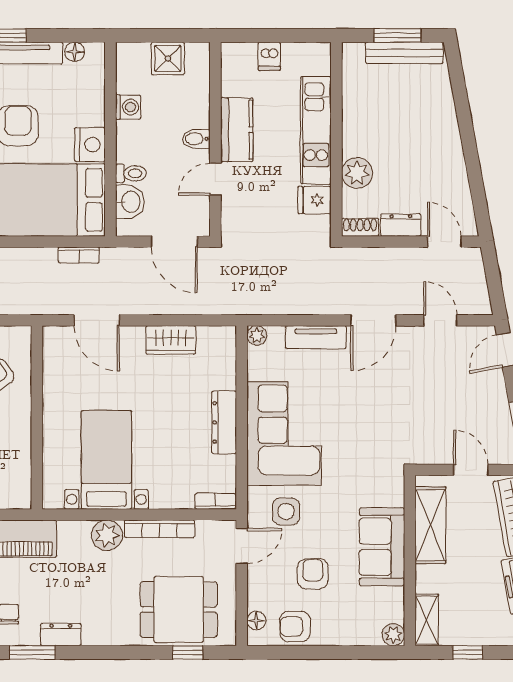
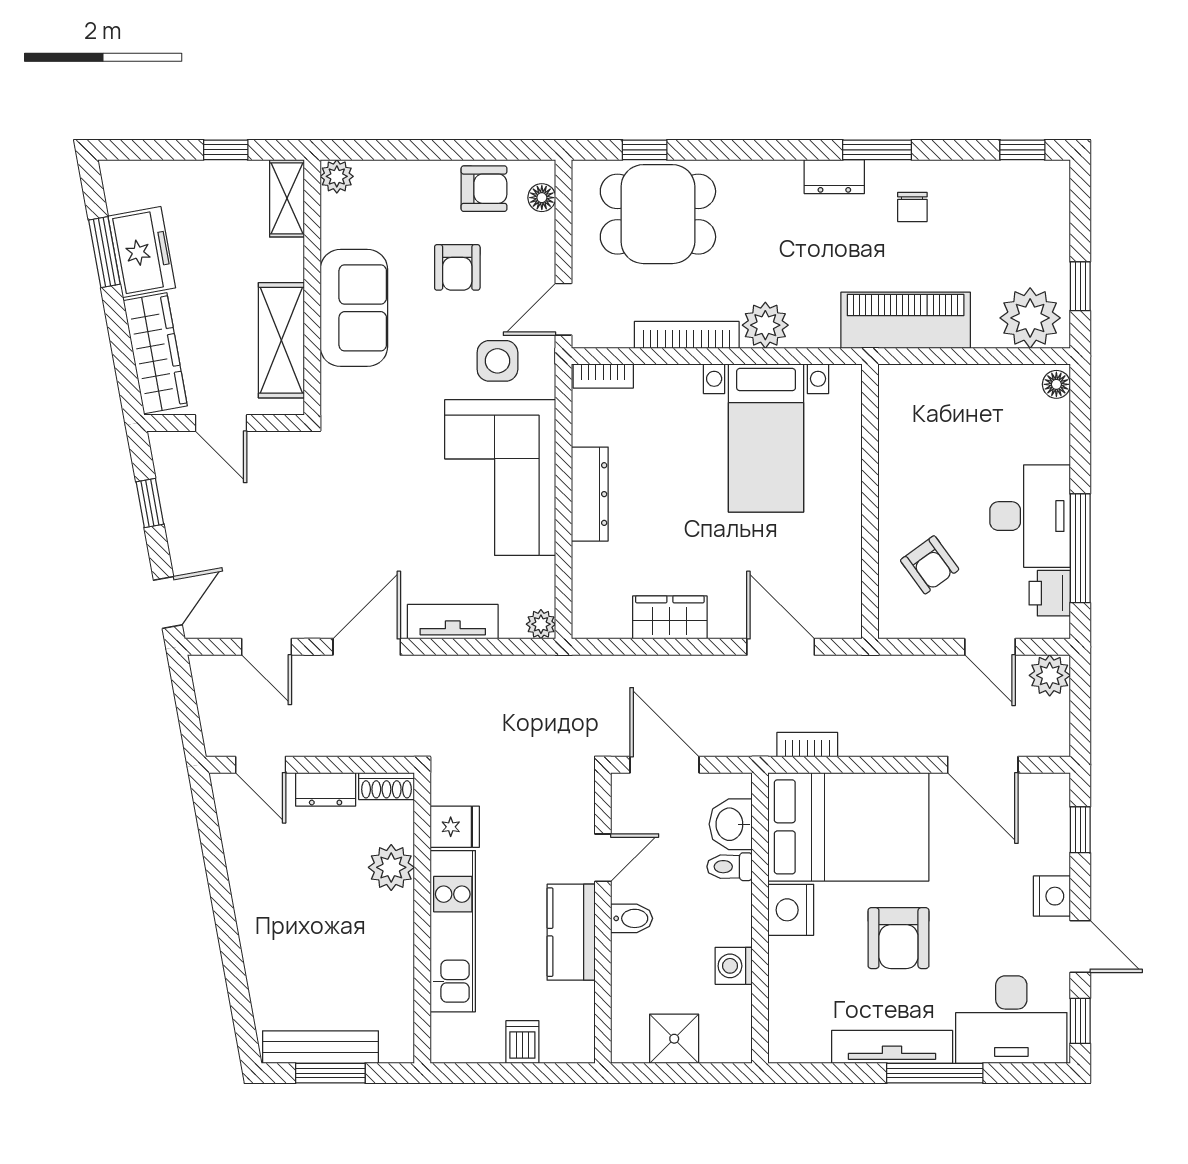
floor lamp: (75, 52) -> (814, 1049), removed

